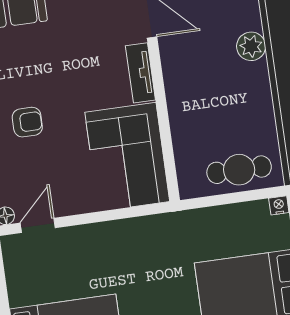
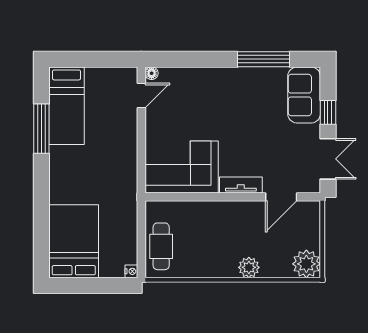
armchair: (27, 122) -> (217, 98), removed
door: (38, 225) -> (141, 96), hinge flipped

